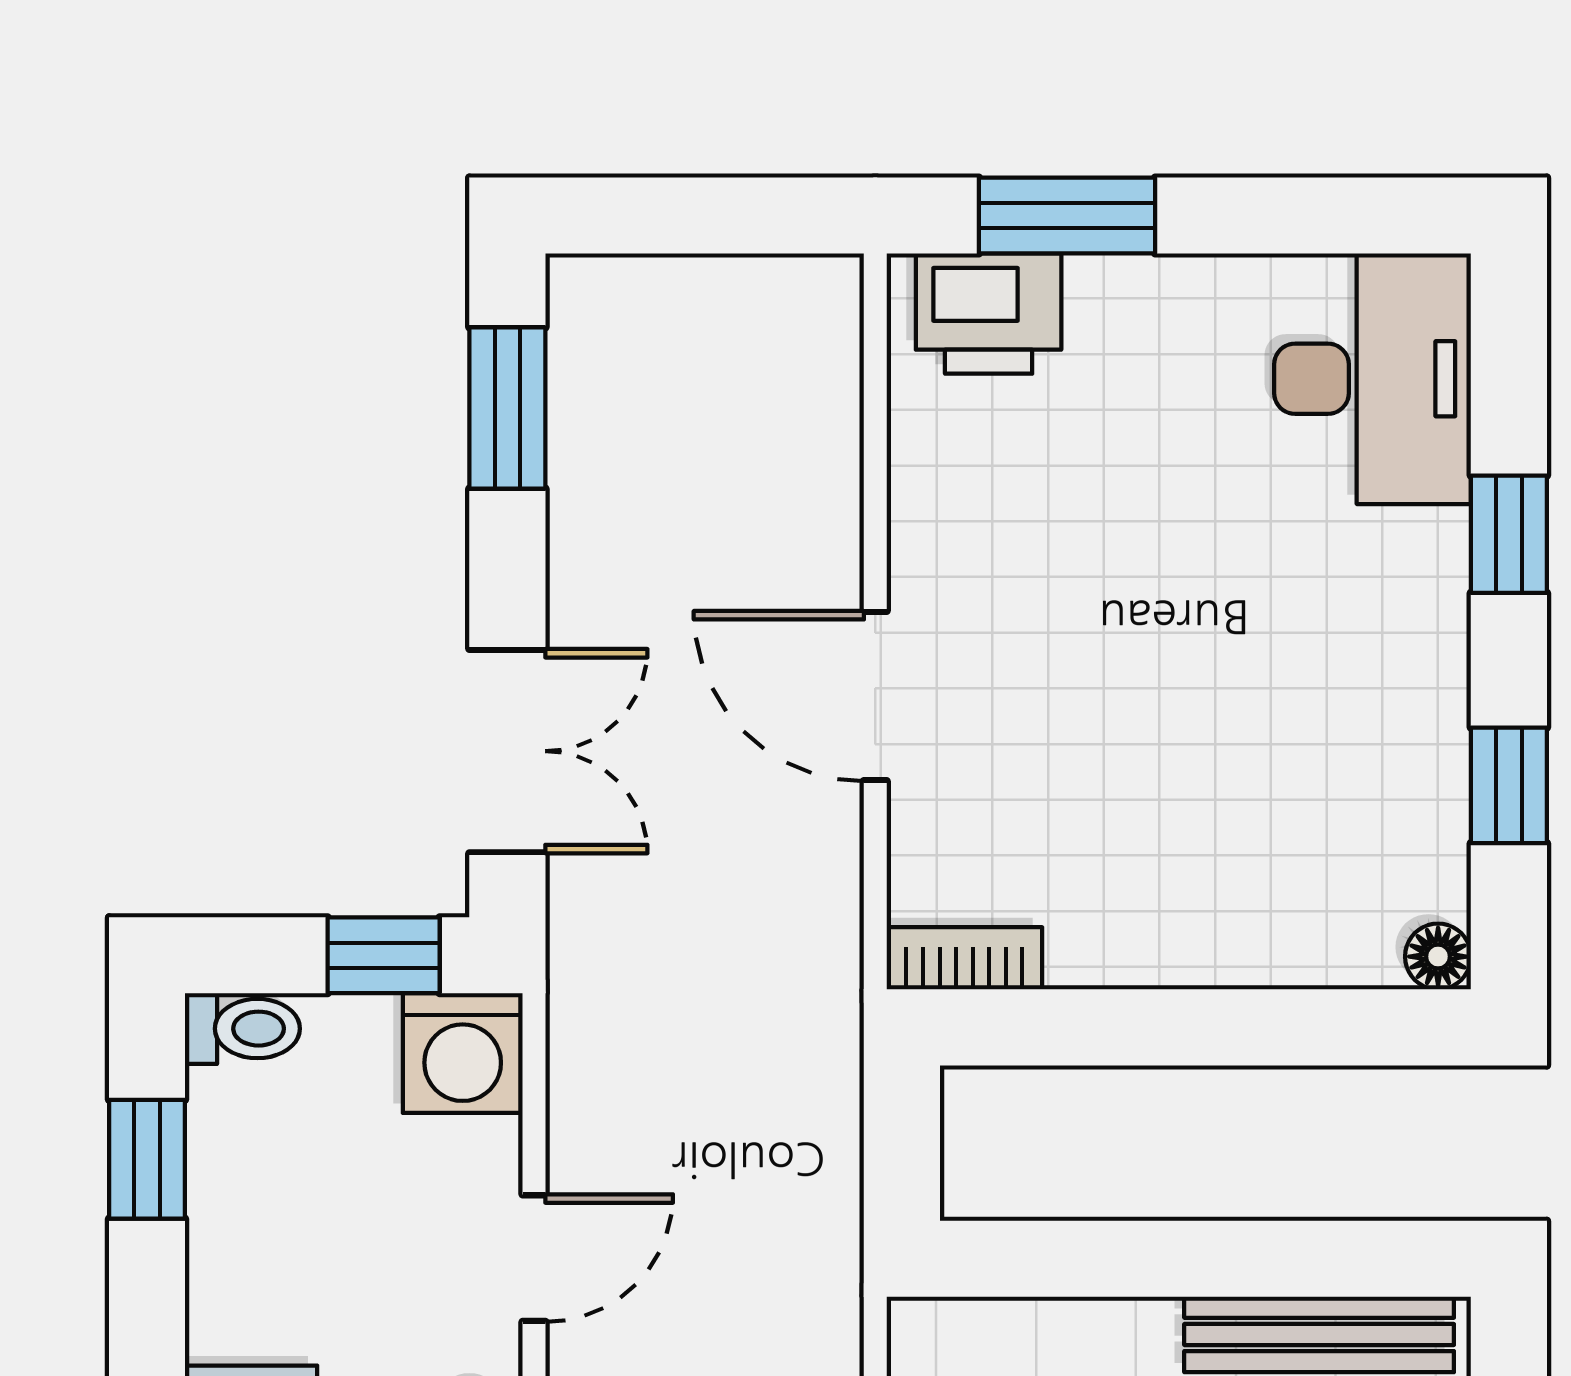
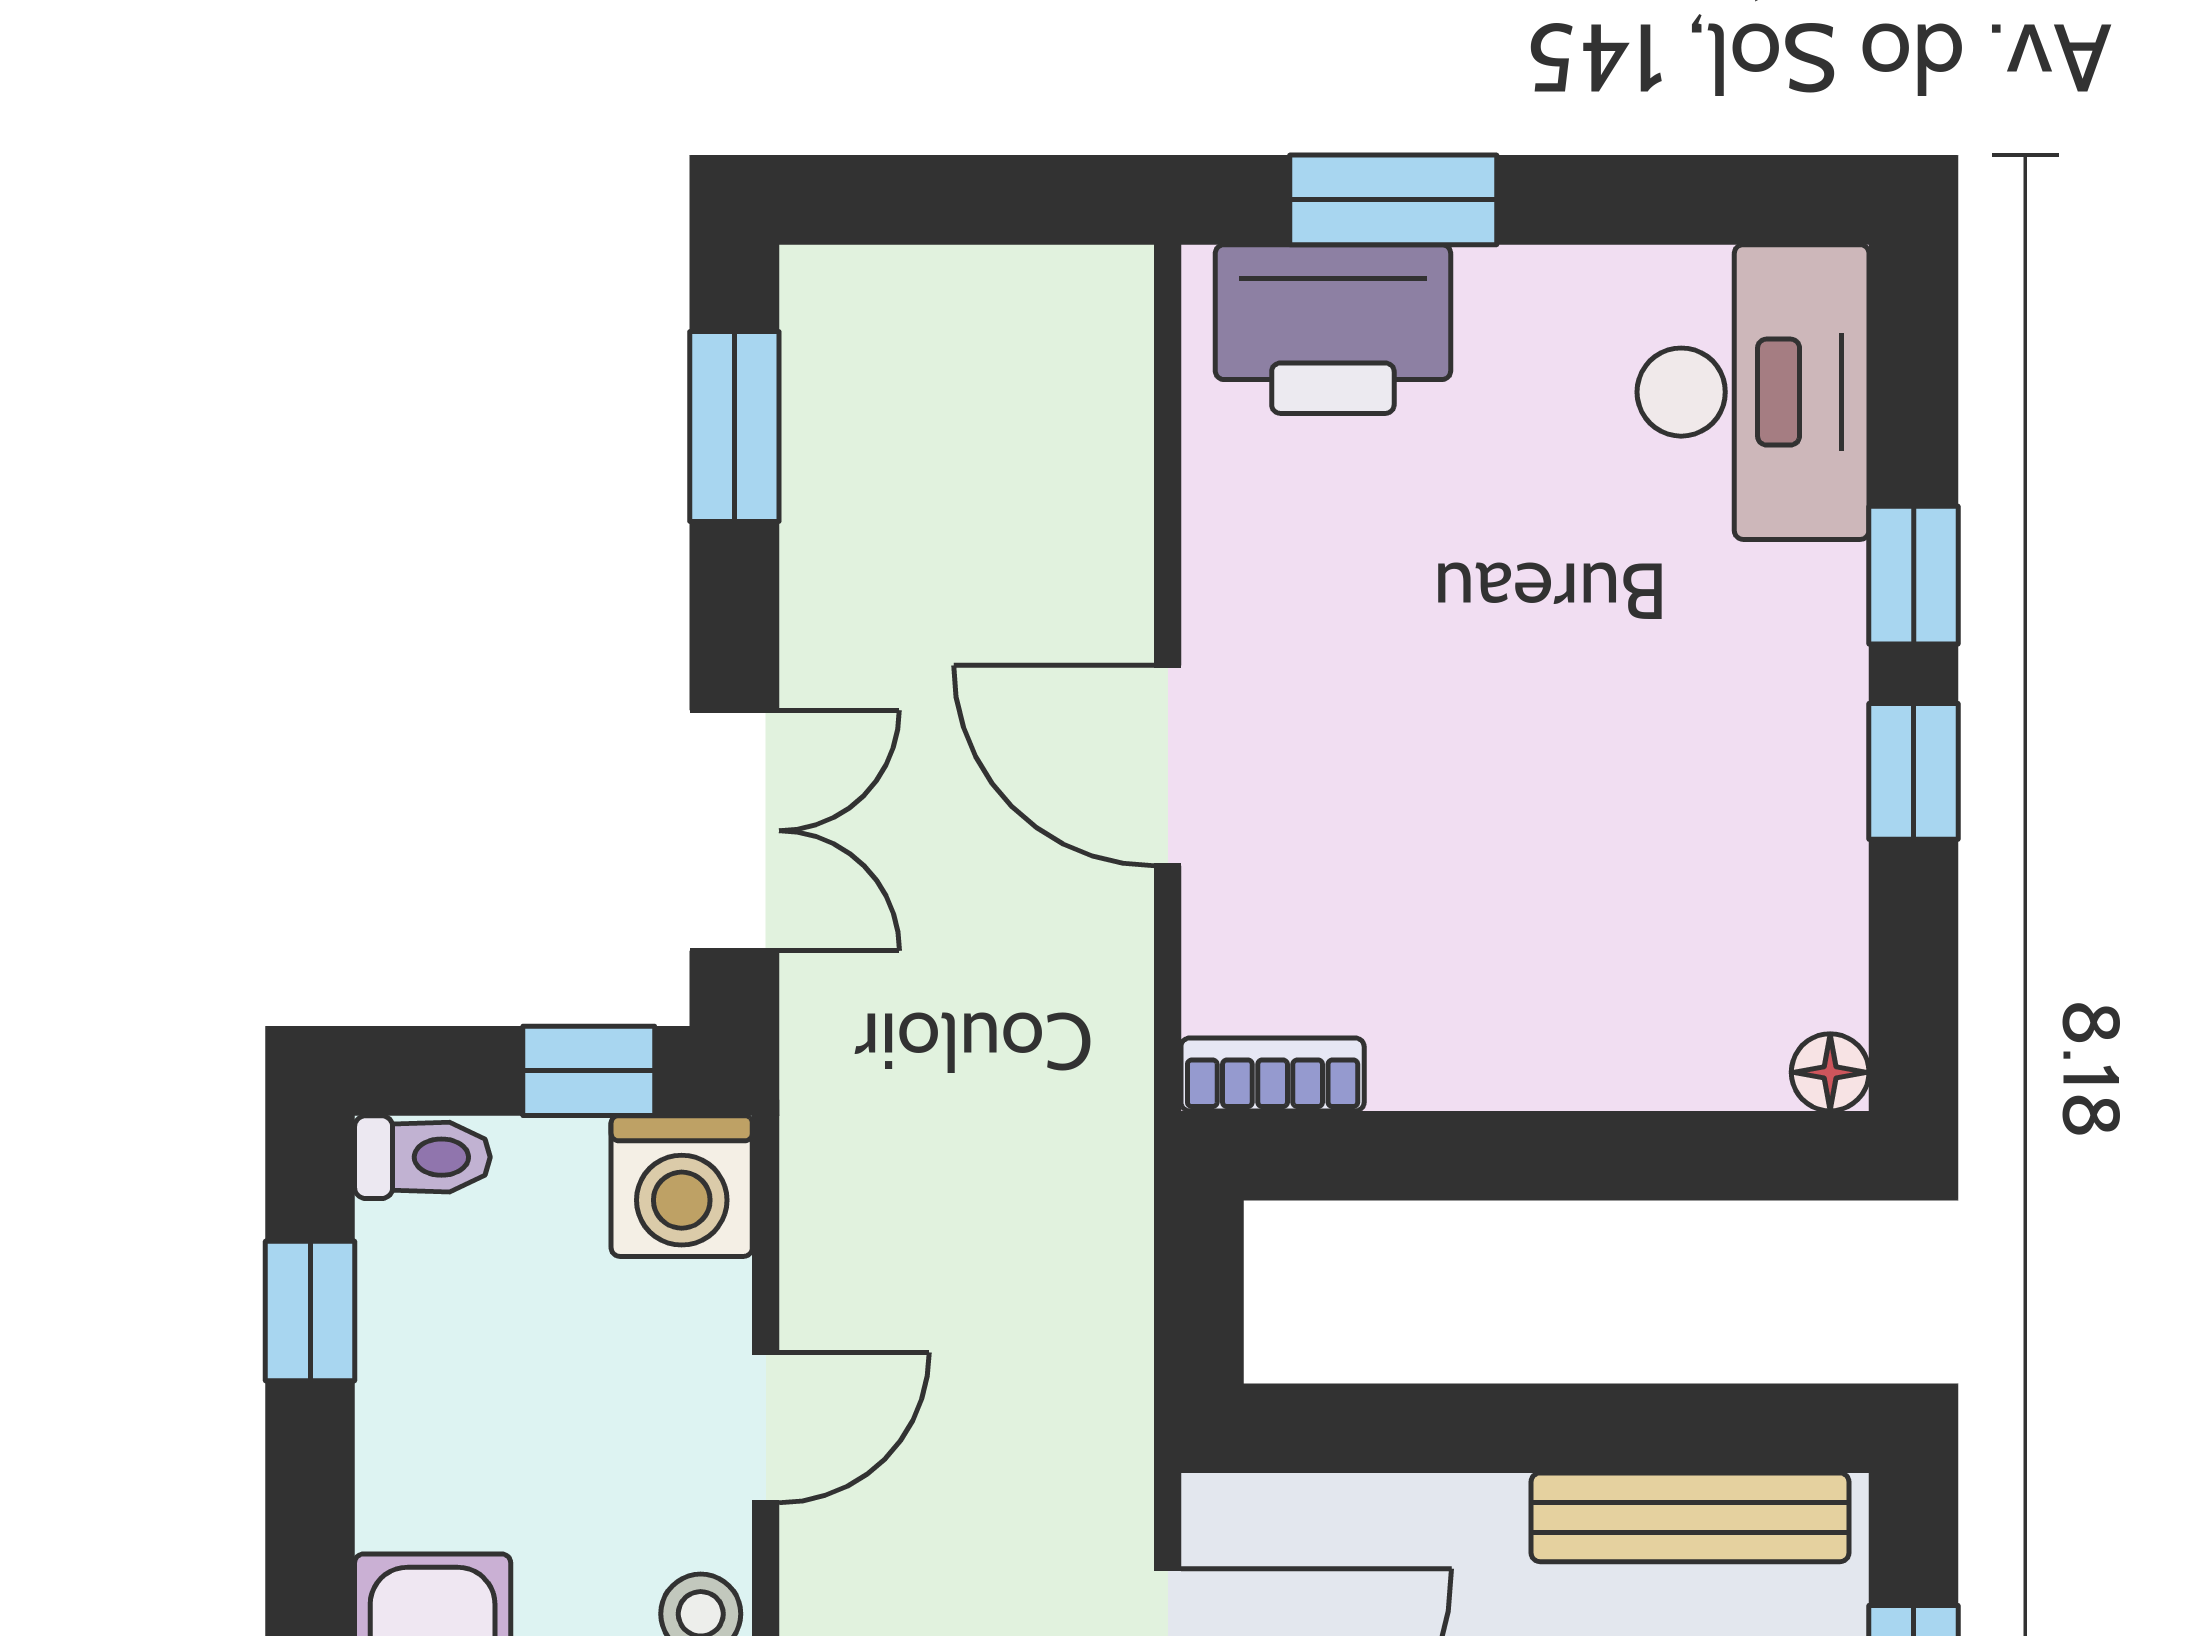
printer: (989, 314) -> (1333, 329), width x1.37, depth x1.19
window: (1509, 785) -> (1914, 771), moved

